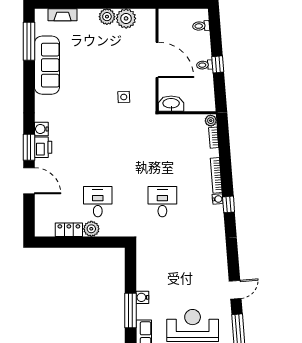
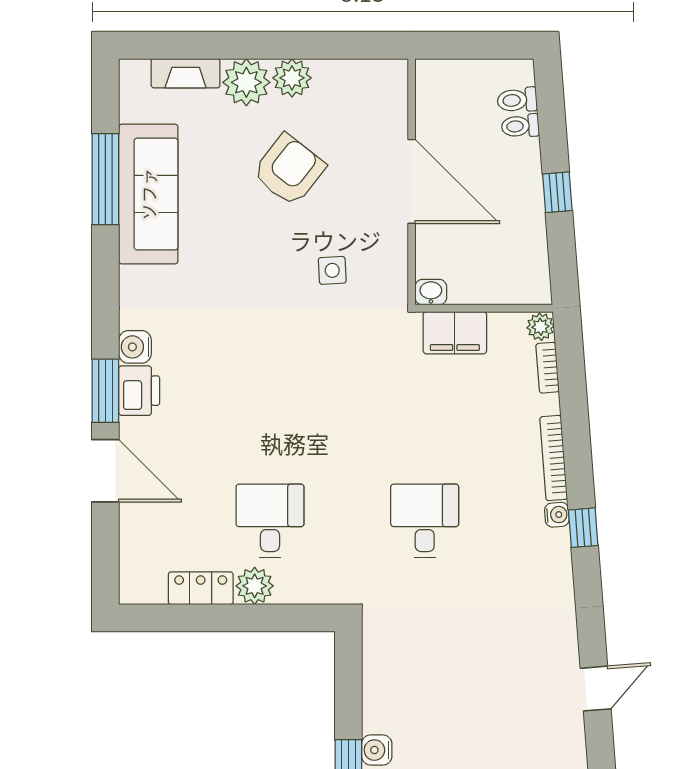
plant: (126, 18) -> (246, 82), moved
window: (29, 41) -> (105, 179), moved
armchair: (106, 55) -> (289, 170), added
toilet: (204, 65) -> (520, 126), moved
washbasin: (171, 104) -> (431, 292), width x0.52, depth x0.69
filing cabinet: (175, 123) -> (455, 333), added
door: (235, 290) -> (596, 689), moved

